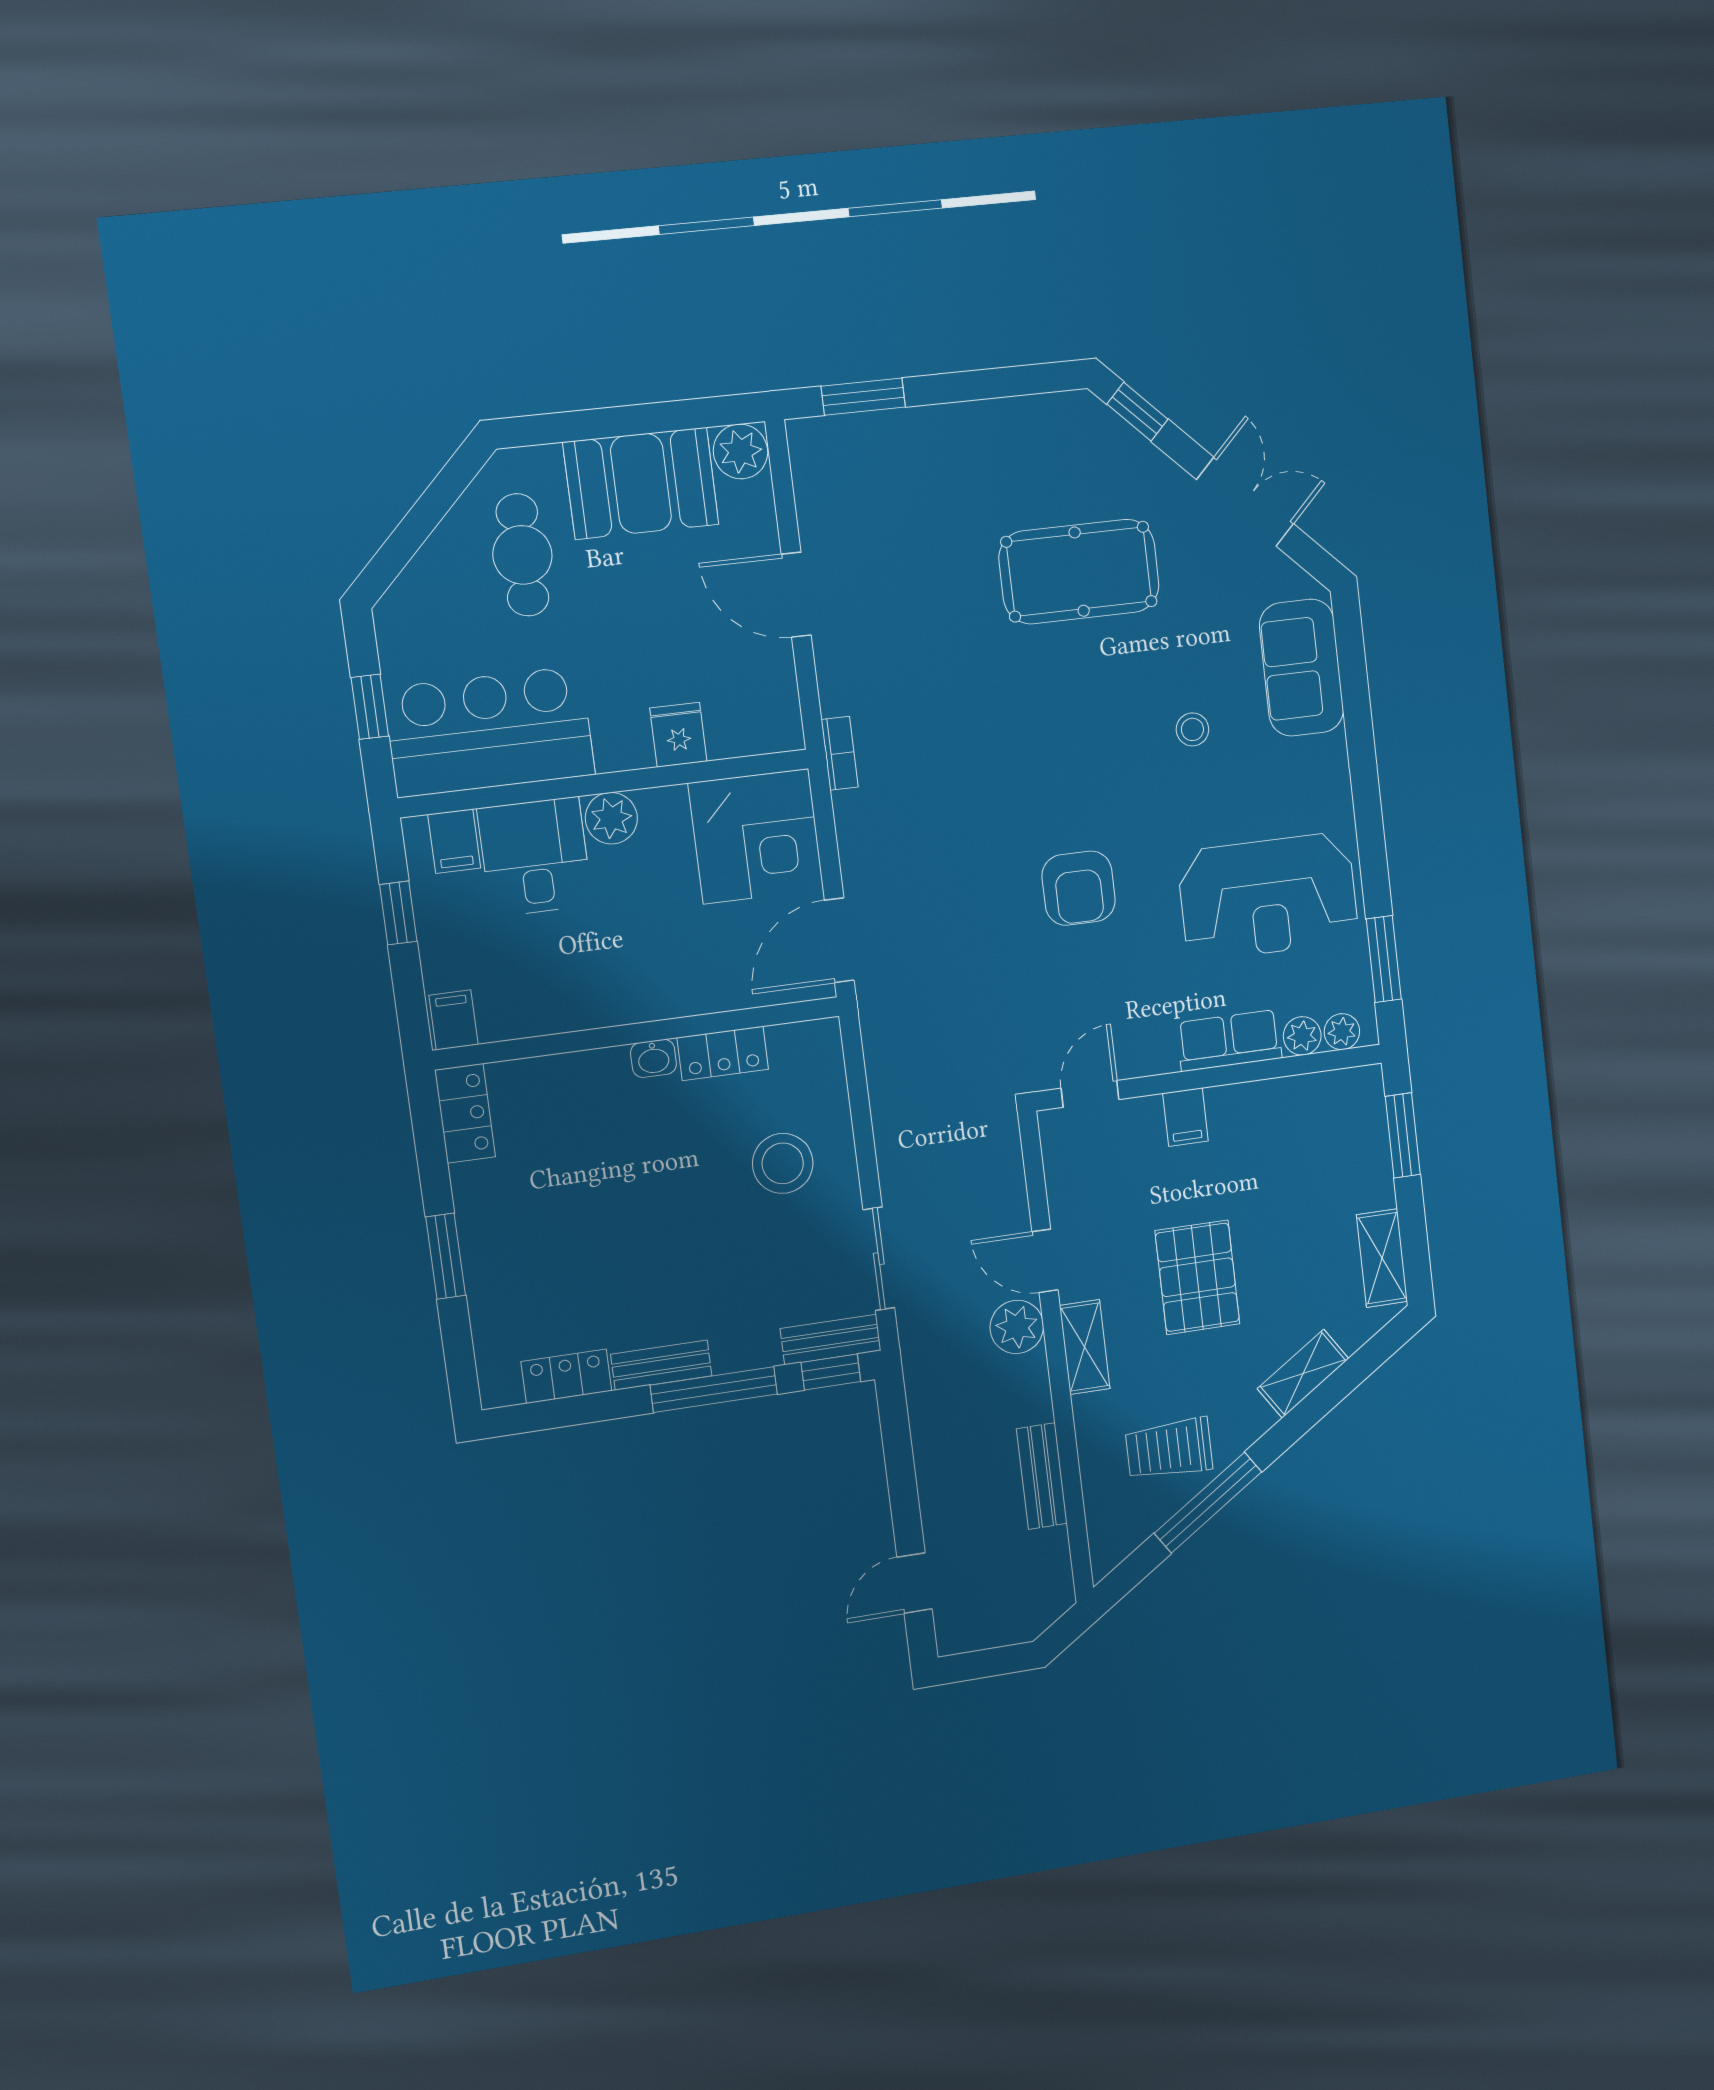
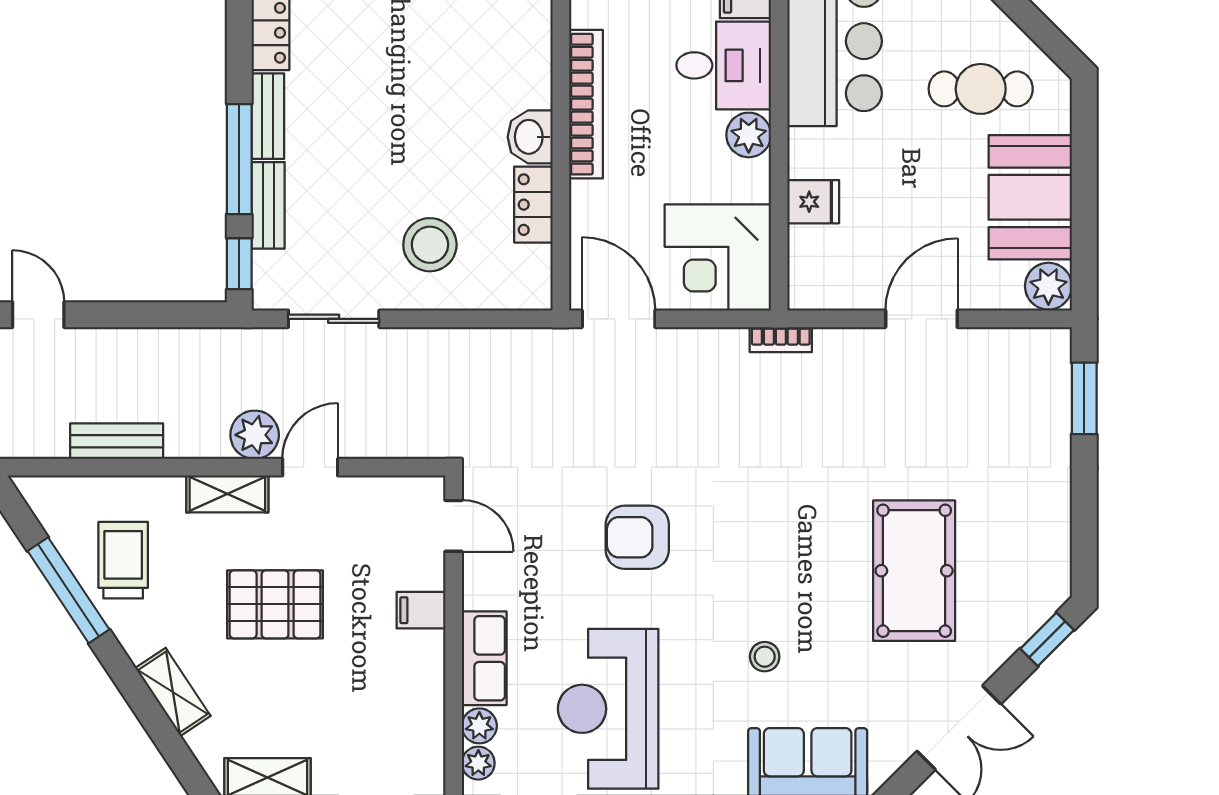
bookcase: (600, 1009) -> (586, 104), added
washbasin: (654, 1058) -> (530, 137), width x1.38, depth x1.45
bench: (831, 1340) -> (268, 205), moved

